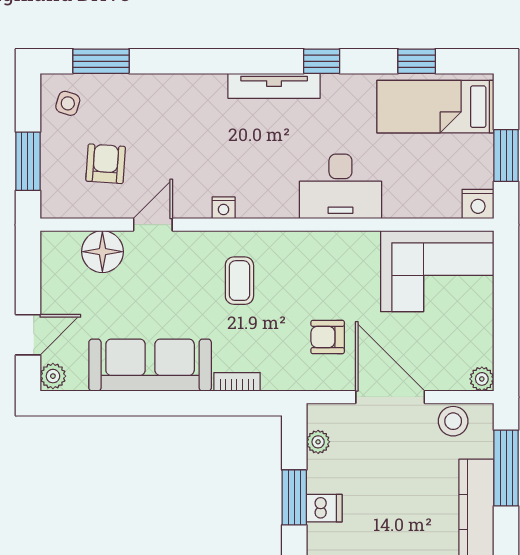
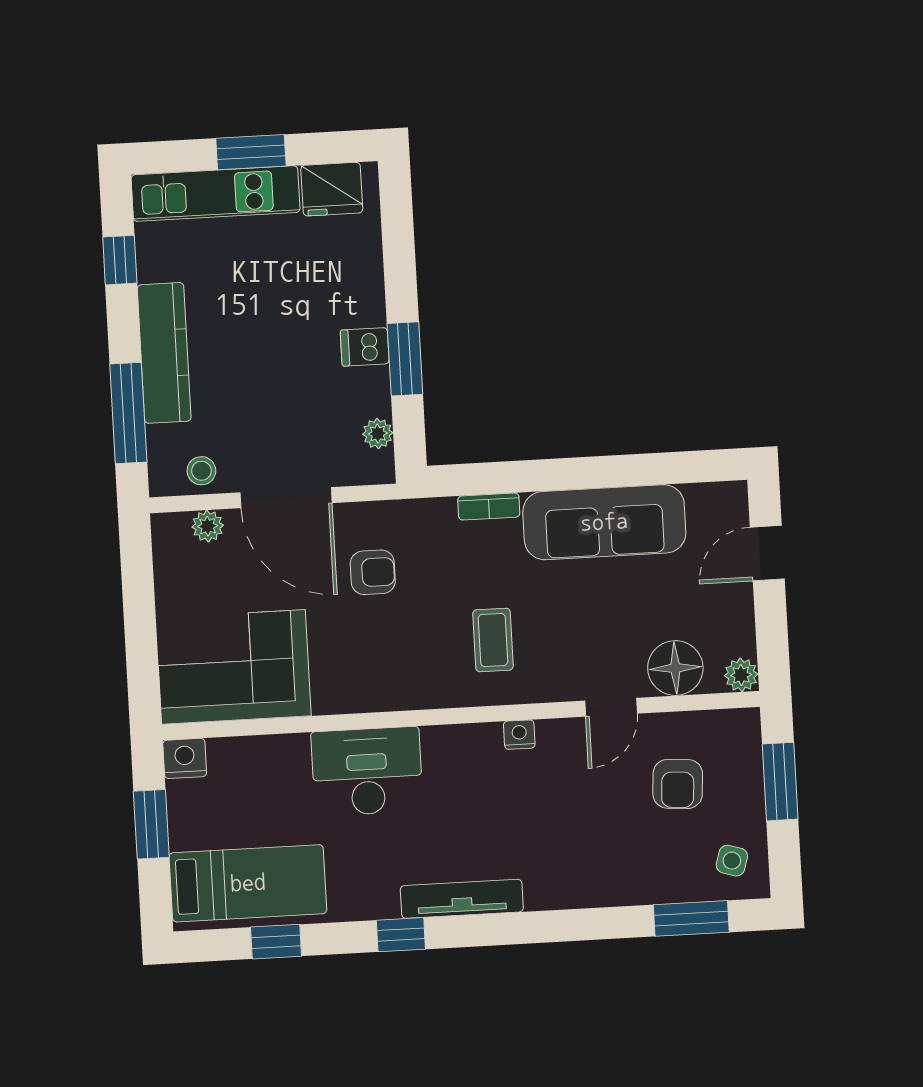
plant: (53, 376) -> (741, 675), moved
plant: (482, 379) -> (208, 526), moved
stool: (453, 421) -> (201, 471), width x0.73, depth x0.73

